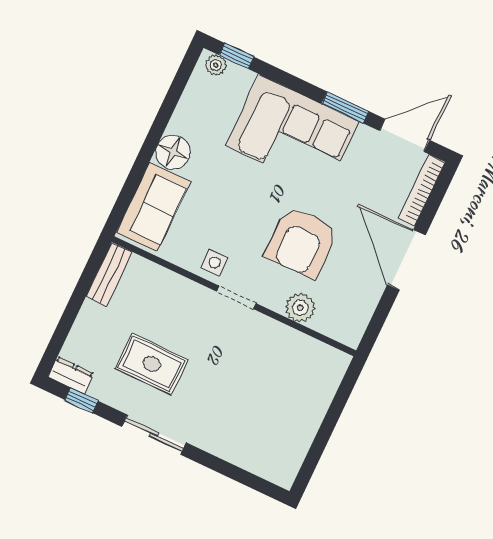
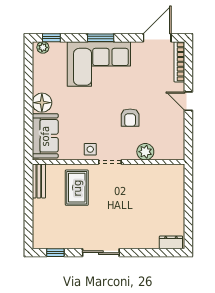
window: (345, 107) -> (101, 38), moved
armchair: (302, 242) -> (130, 118), width x0.53, depth x0.53
door: (406, 260) -> (188, 101), width x0.53
rug: (152, 364) -> (77, 188), moved, turned 90
dresser: (71, 375) -> (171, 242), moved

